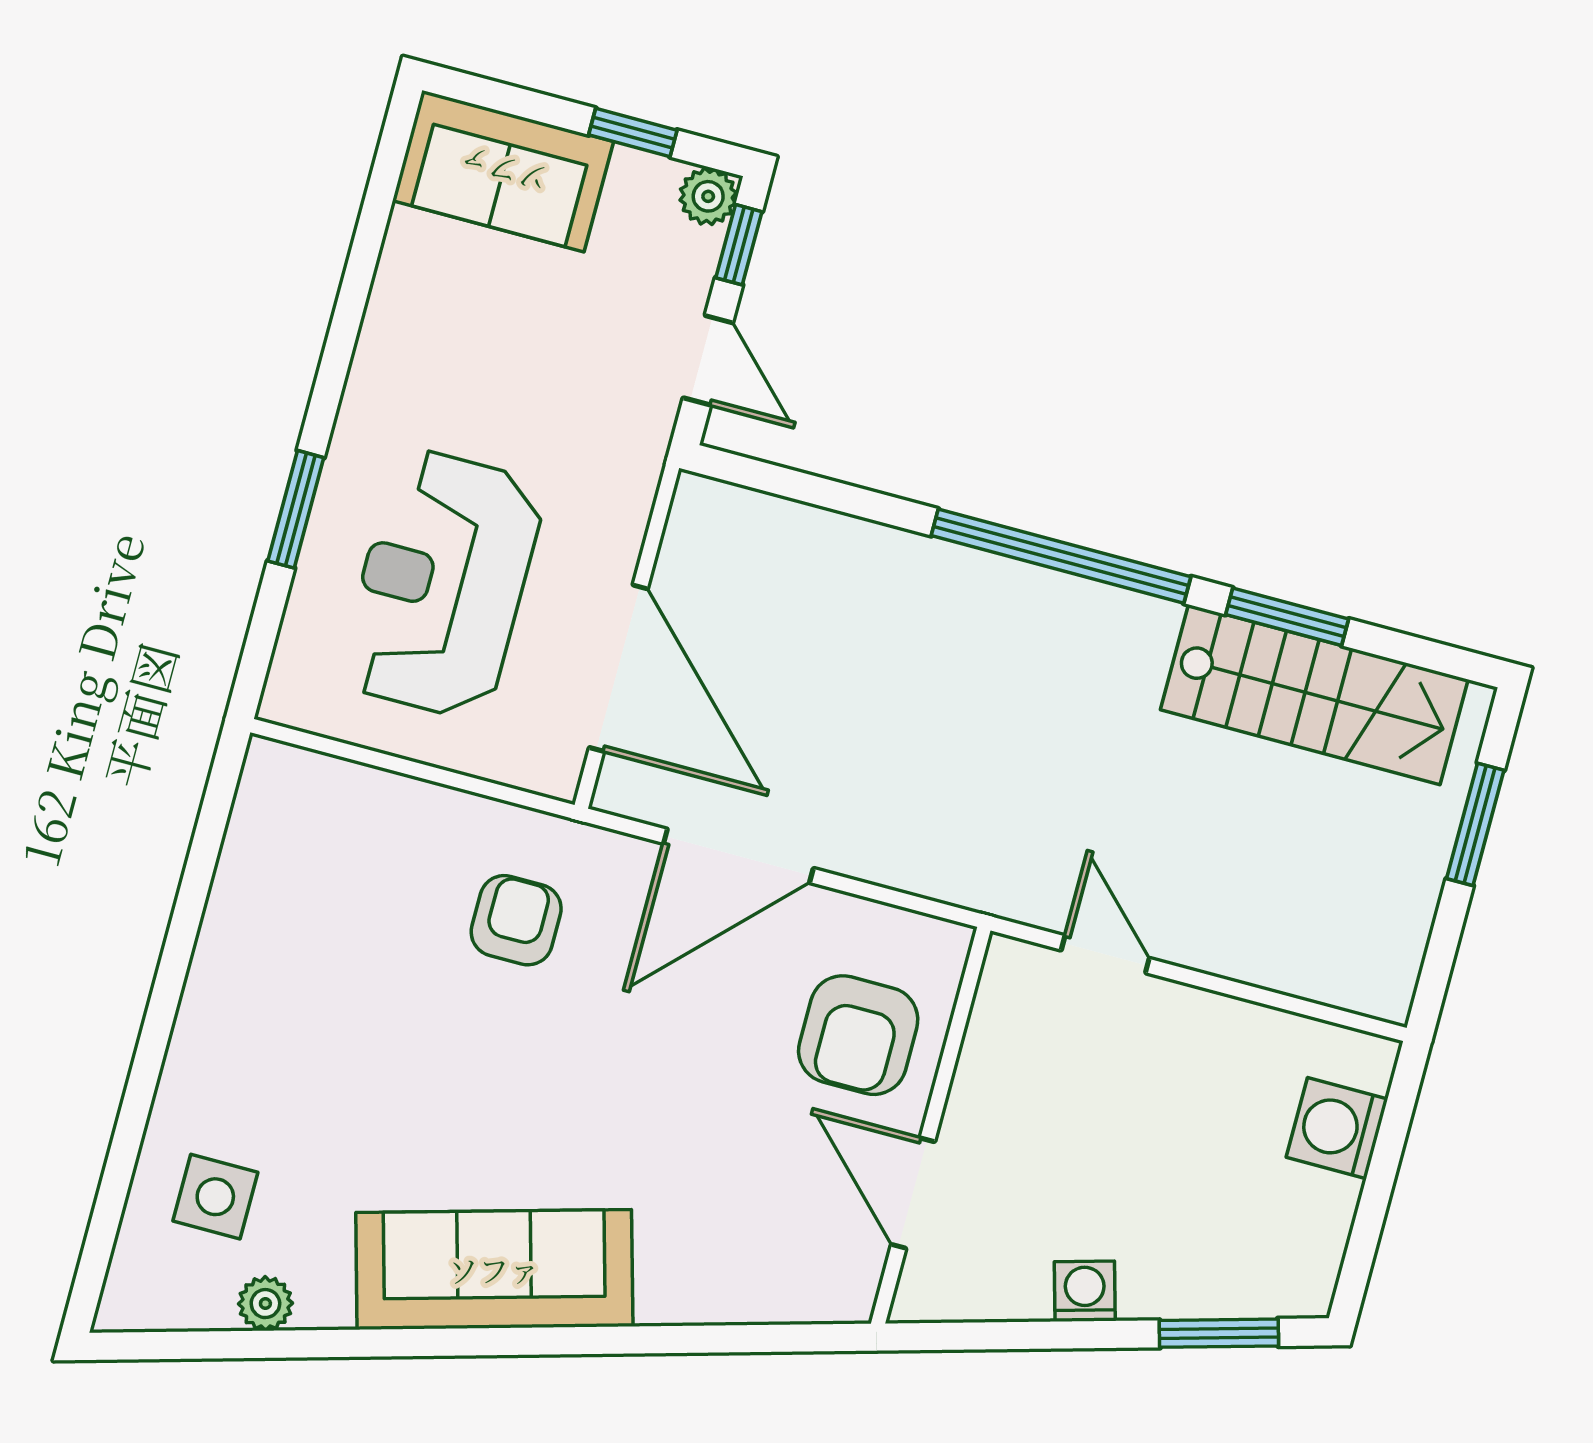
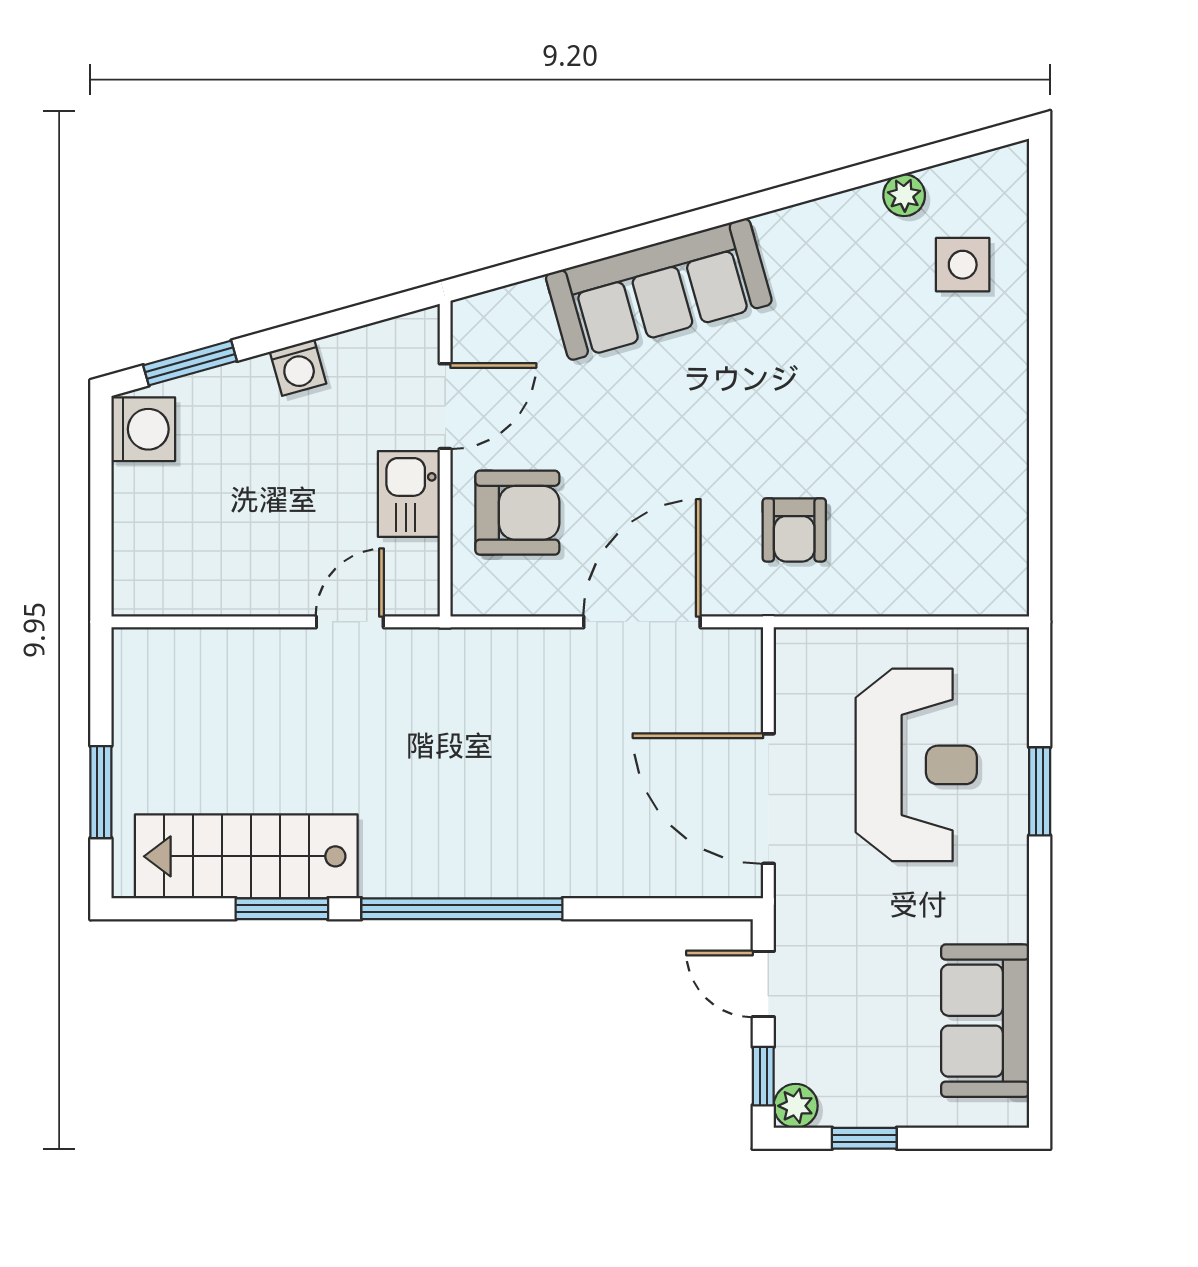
sofa: (503, 171) -> (985, 1021), moved, turned -90
door: (618, 668) -> (768, 799), moved
door: (1105, 954) -> (350, 622), swing flipped
armchair: (858, 1035) -> (517, 513), turned 90
kitchen sink: (988, 1095) -> (409, 494), added
washing machine: (1337, 1128) -> (143, 429), moved
door: (913, 1193) -> (445, 406), hinge flipped
sofa: (494, 1269) -> (659, 289), moved

